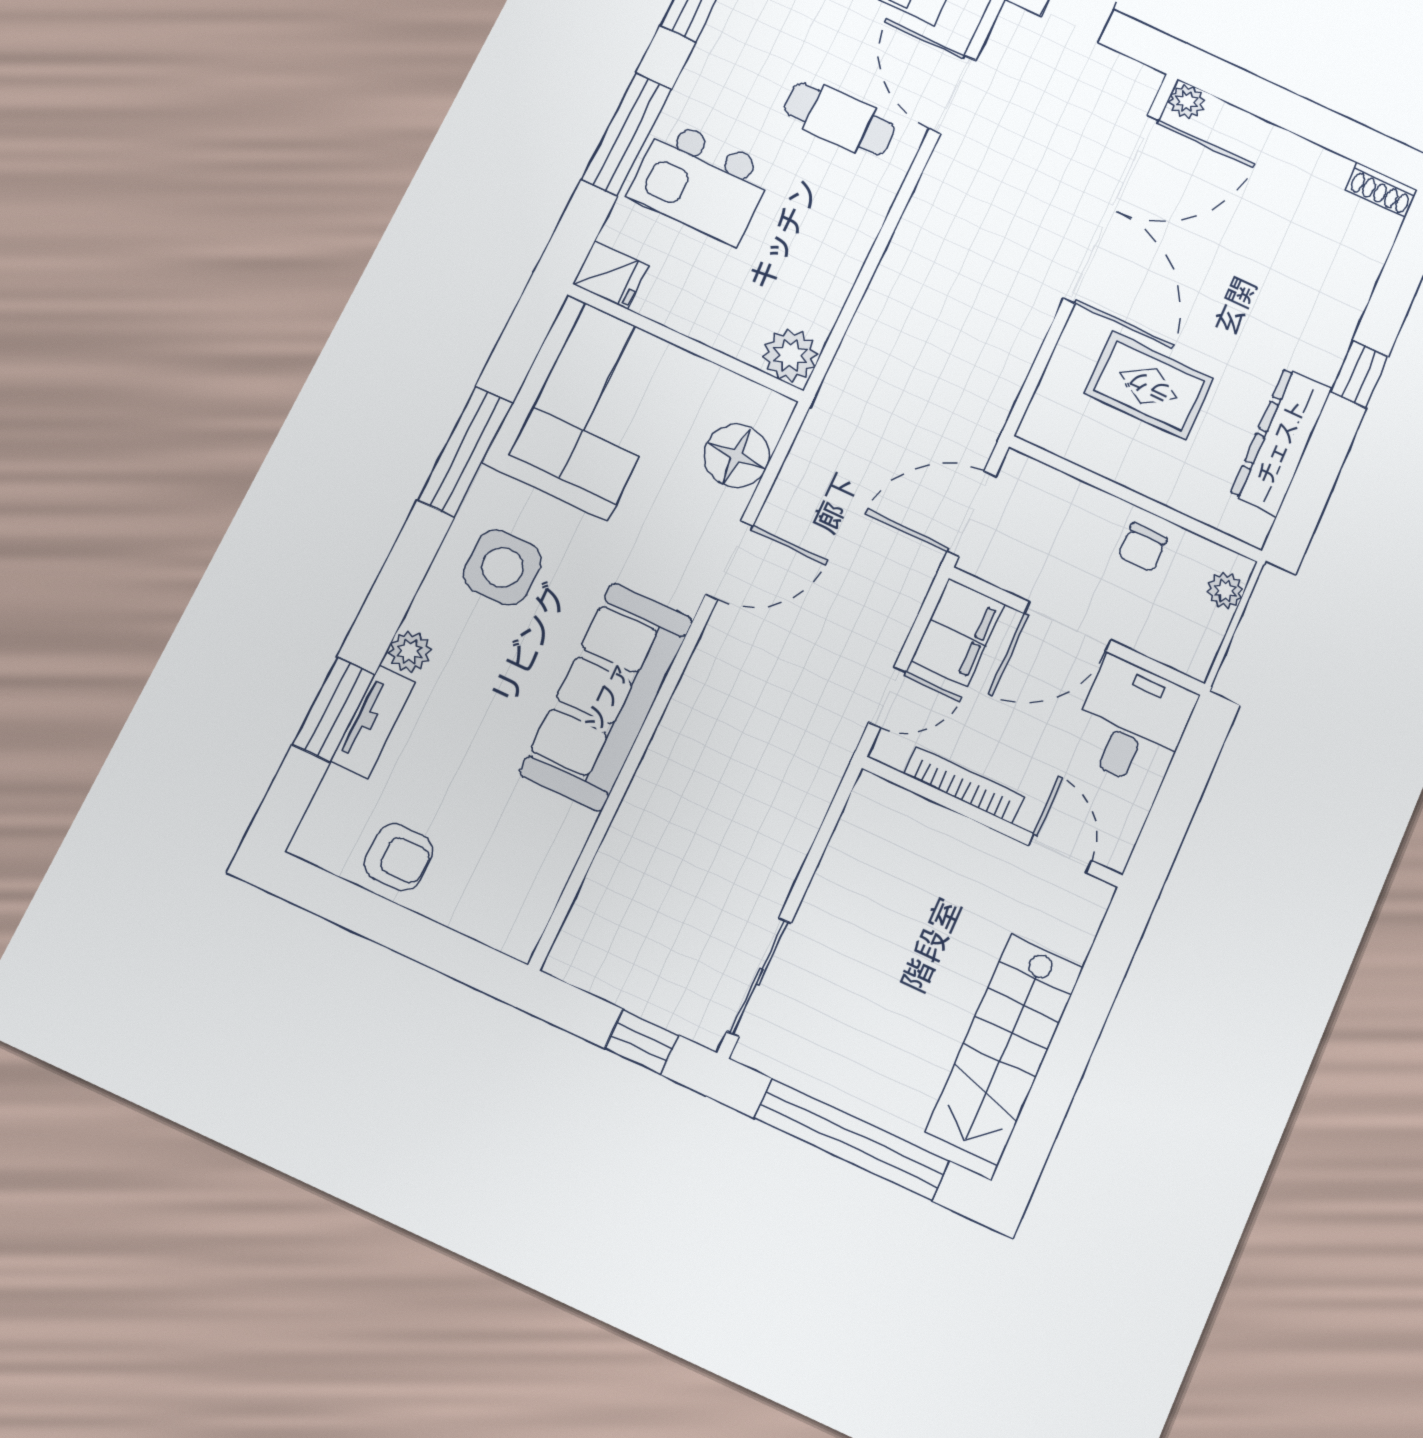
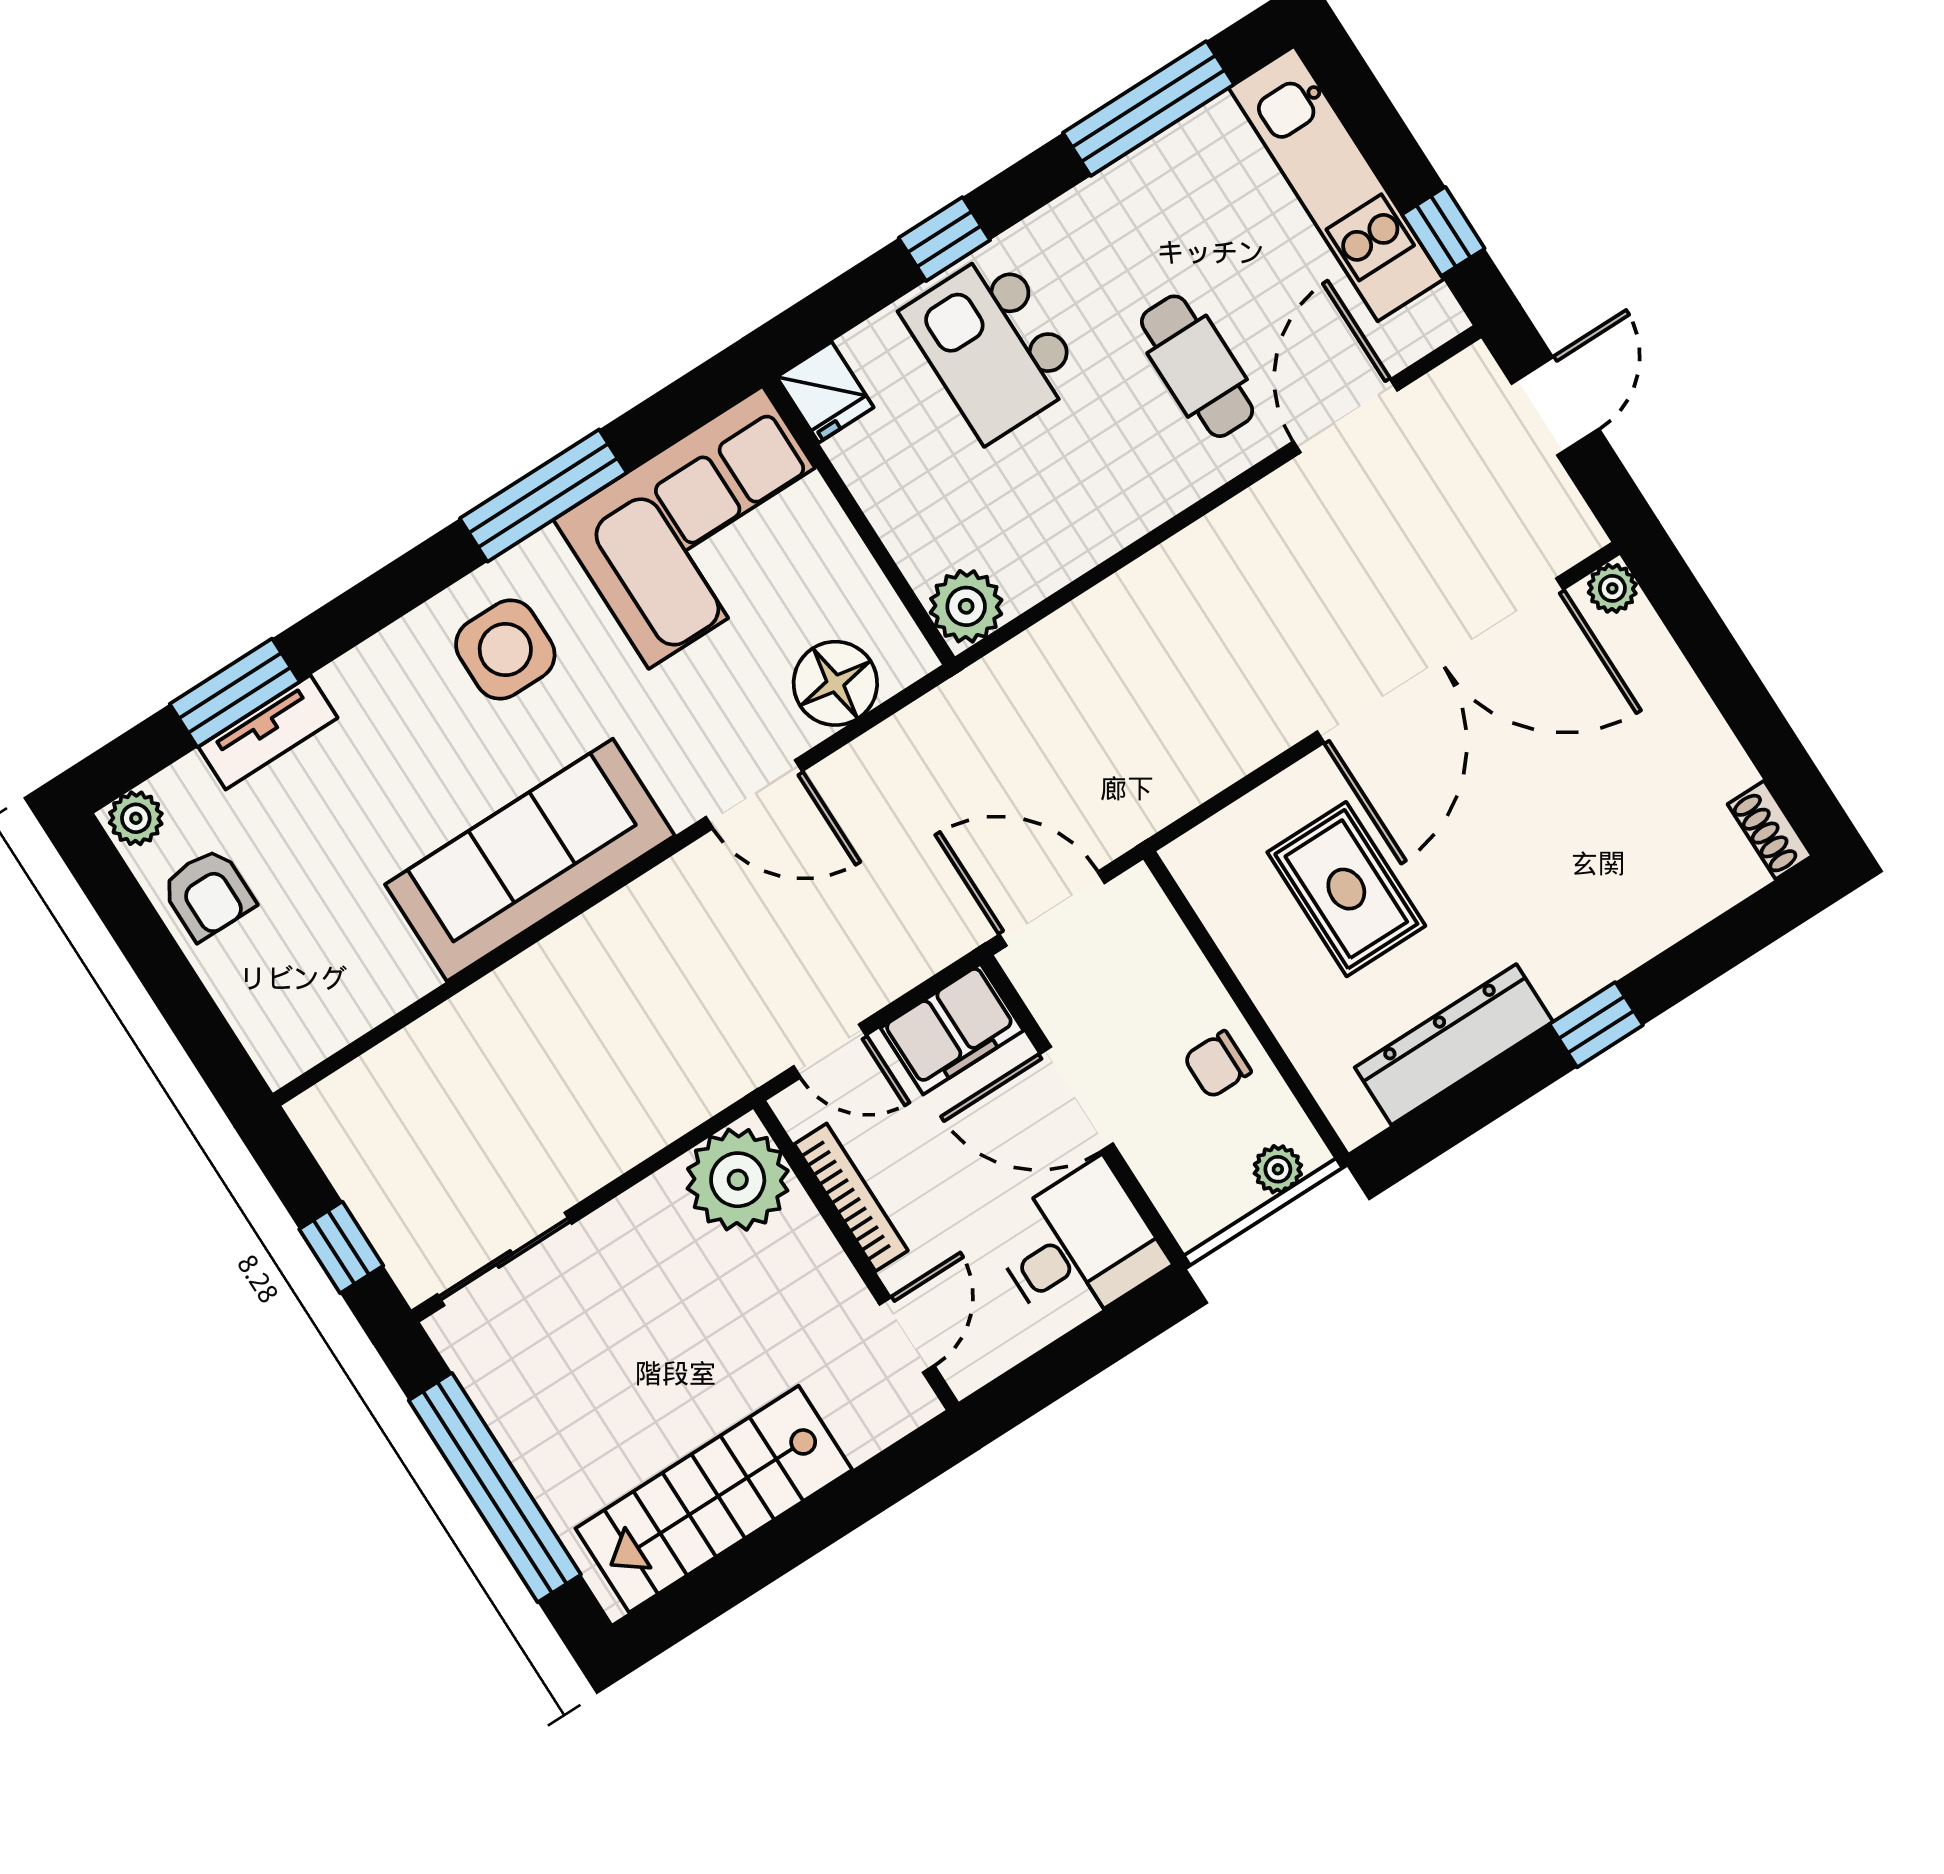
window: (627, 134) -> (944, 239), width x0.46
plant: (410, 652) -> (136, 818), moved
plant: (882, 822) -> (738, 1180), added

